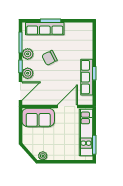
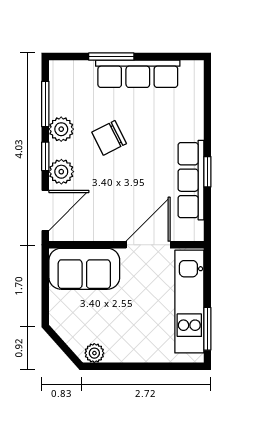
row of seats: (45, 29) -> (138, 74), moved

